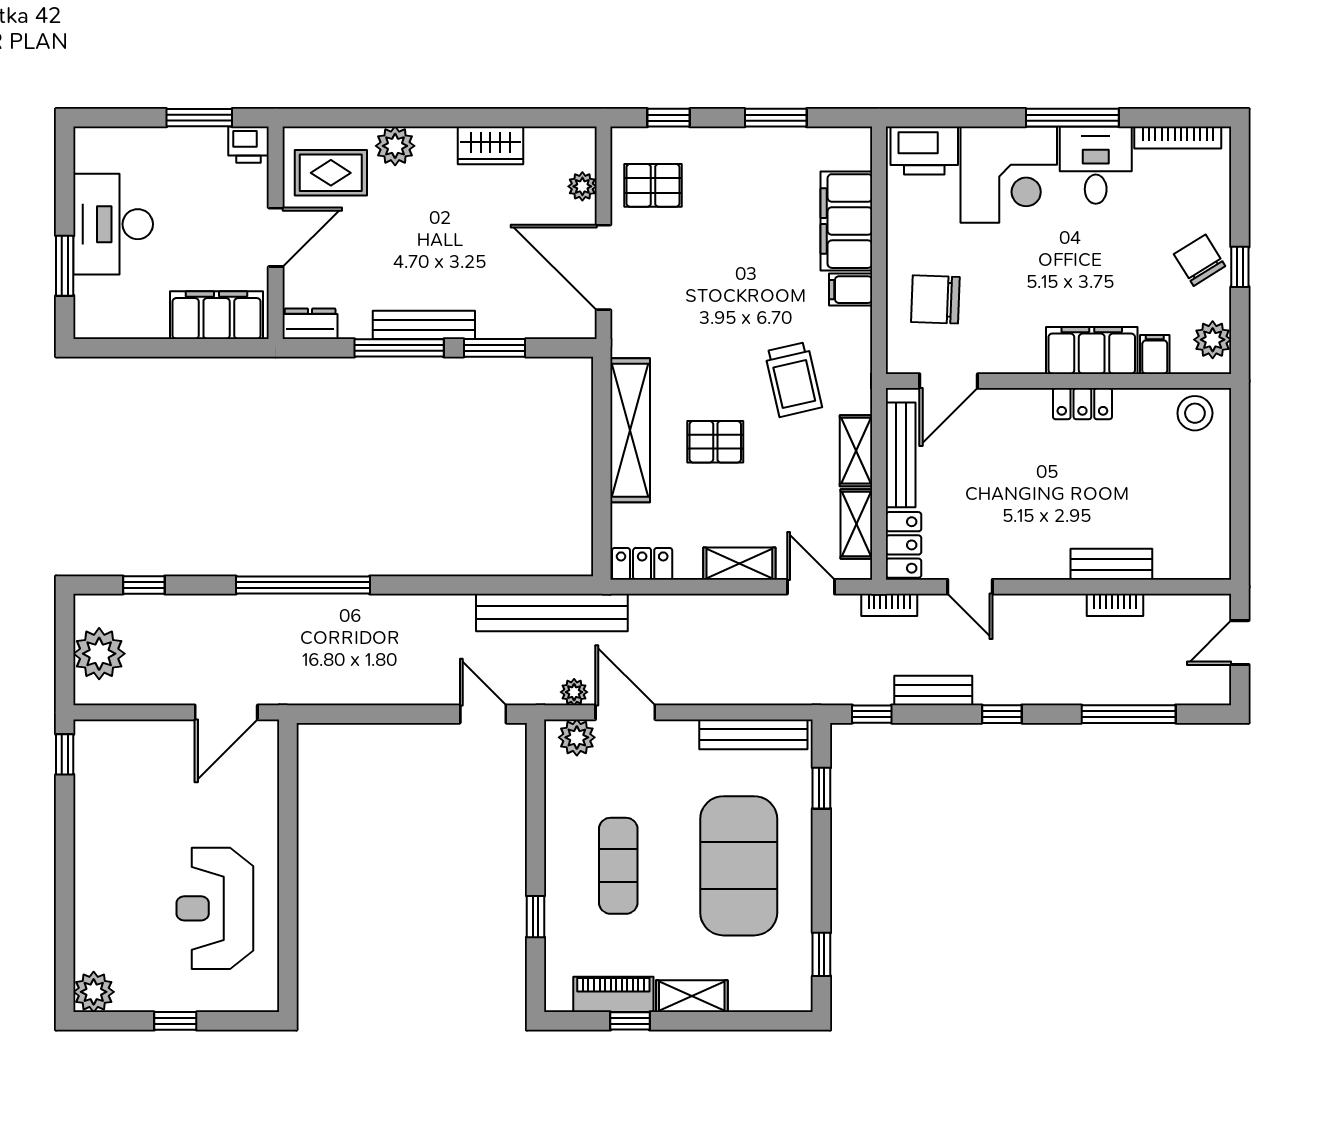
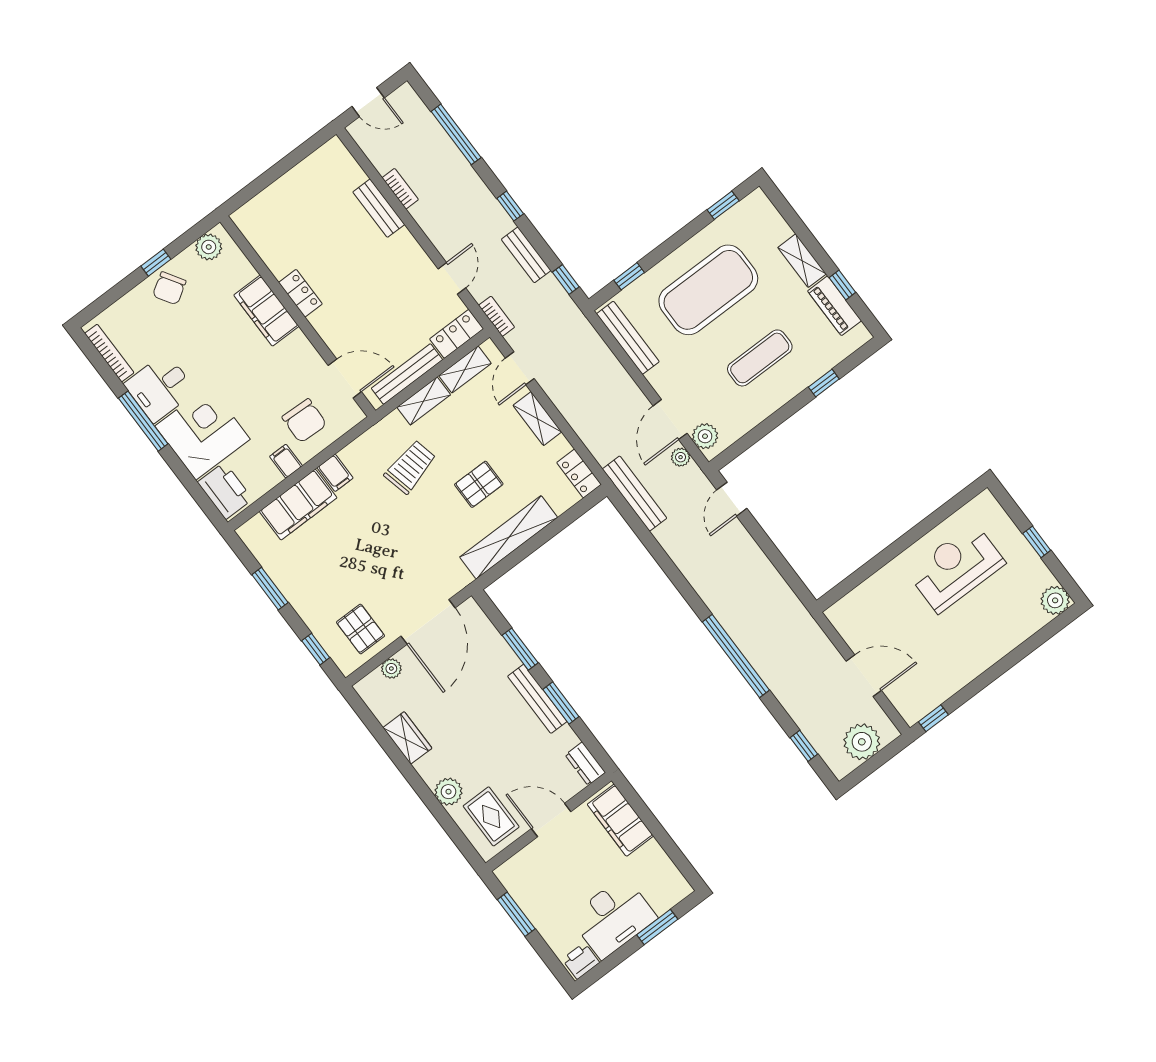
printer: (249, 145) -> (581, 961), moved, turned -90
window: (399, 348) -> (561, 703), width x0.69
filing cabinet: (1155, 354) -> (286, 461), moved, turned 90
stool: (1195, 413) -> (258, 226), removed
pallet: (715, 442) -> (479, 484), turned 90
bench: (552, 613) -> (635, 494), width x0.73, depth x0.82
door: (226, 712) -> (864, 676), moved
reception desk: (215, 908) -> (956, 568), turned 180

